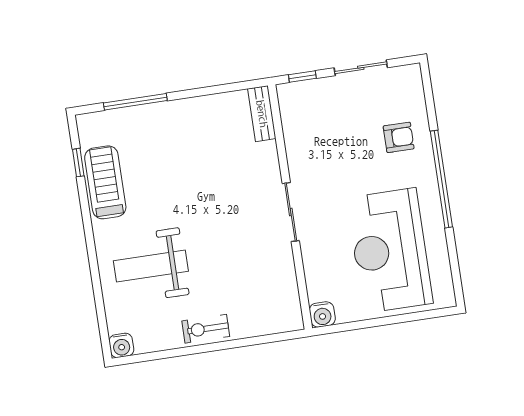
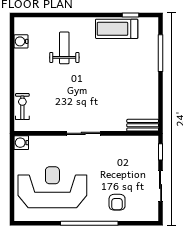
treadmill: (105, 182) -> (117, 29), turned 180
weight bench: (151, 266) -> (64, 48), width x0.73, depth x0.75
exercise bike: (206, 329) -> (22, 106), moved
water cooler: (121, 345) -> (21, 41), moved

